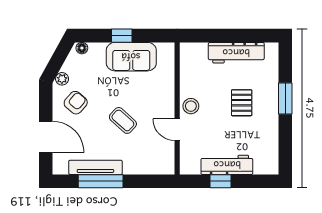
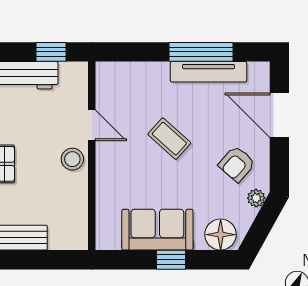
floor lamp: (82, 48) -> (221, 235), width x1.89, depth x1.89
window: (220, 181) -> (51, 52), moved

